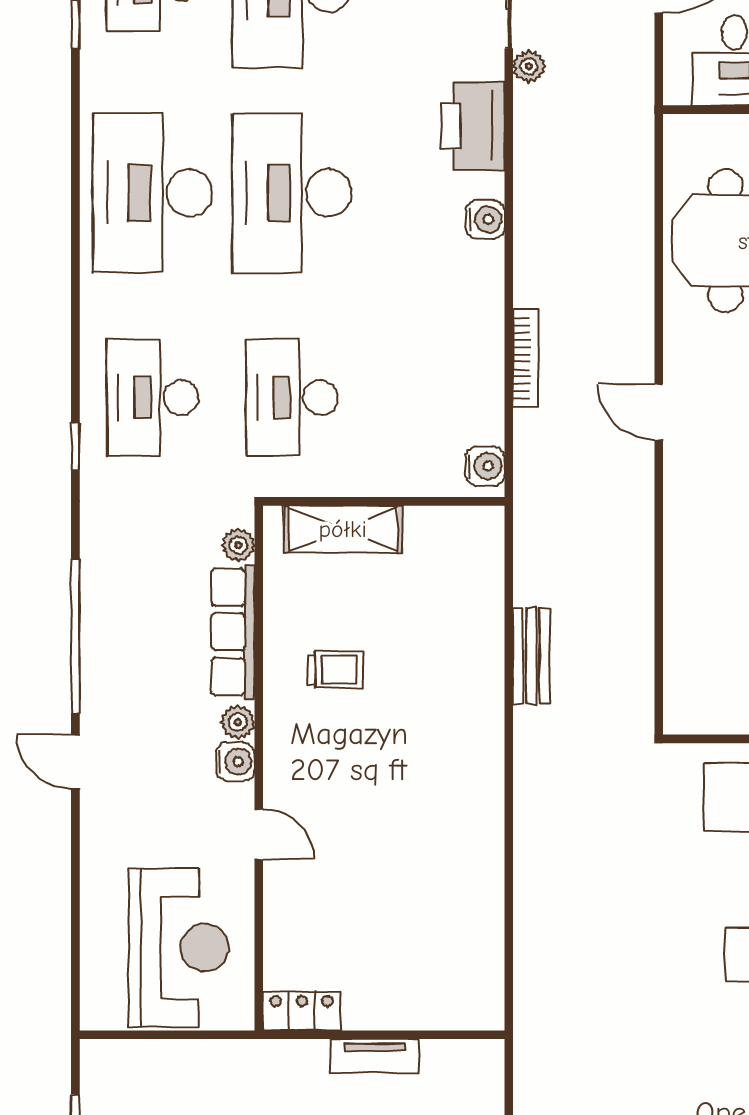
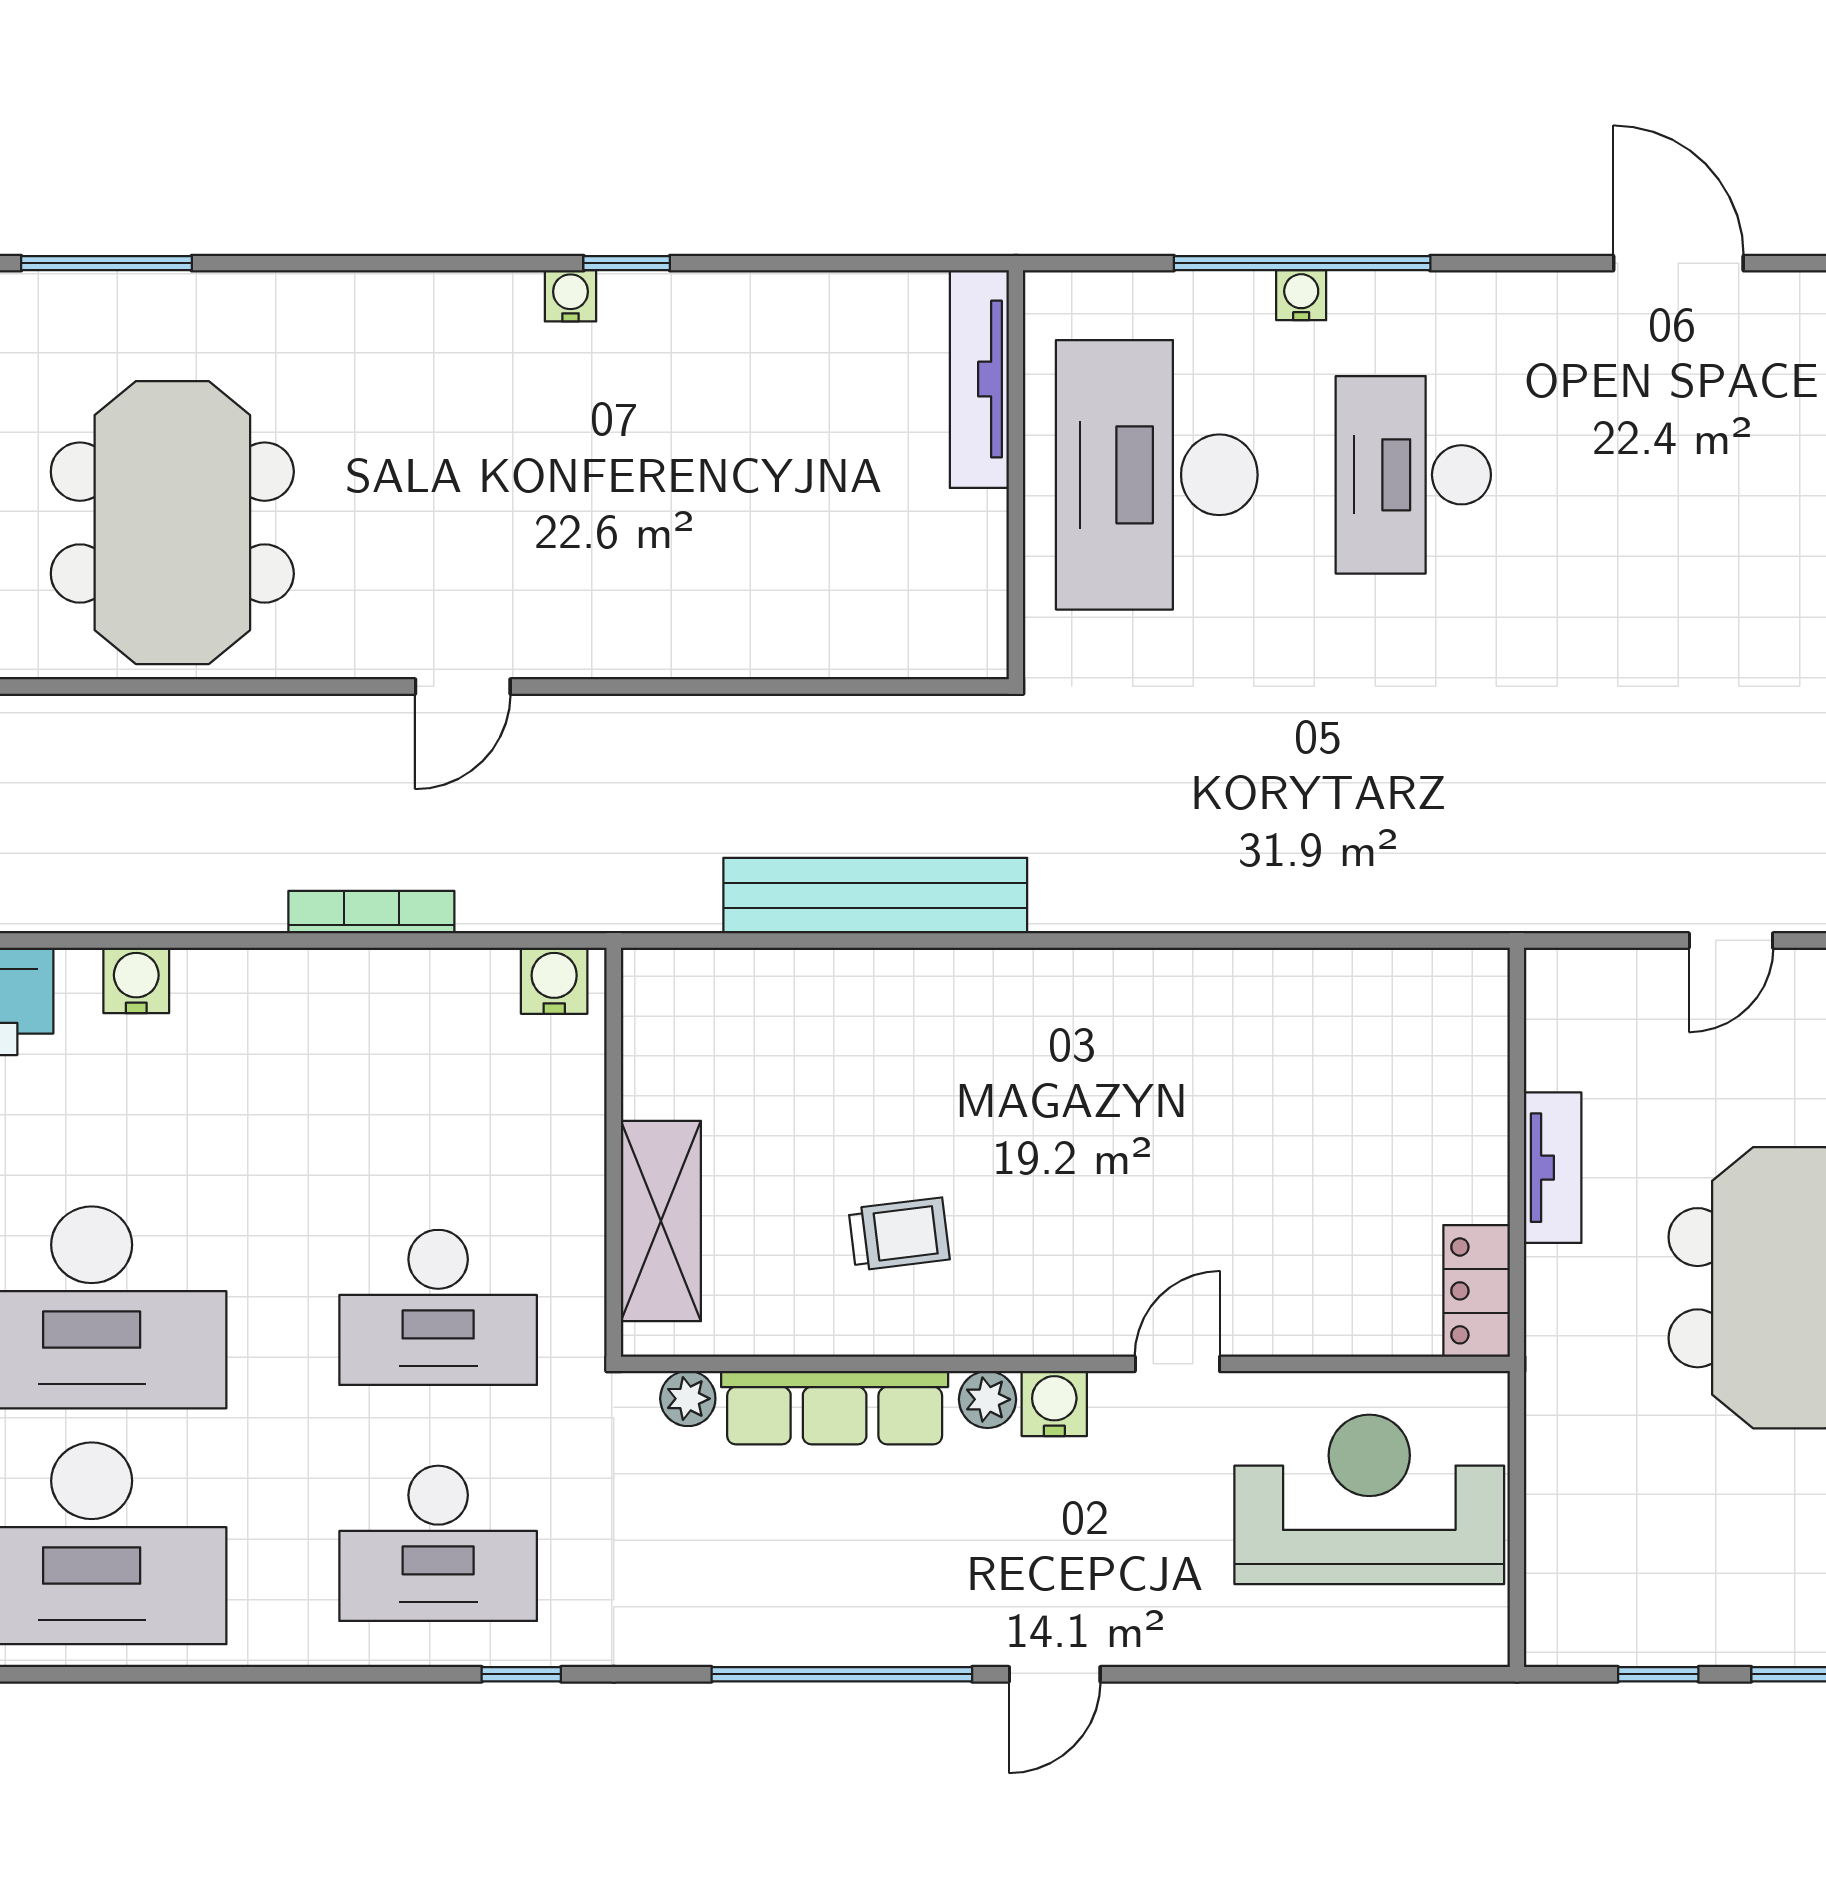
bench: (531, 656) -> (875, 896), width x1.86, depth x1.21
trolley: (335, 670) -> (899, 1234), turned 83

